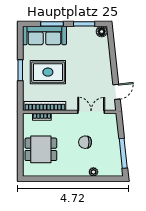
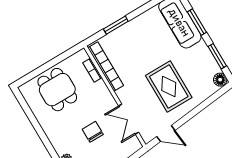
window: (20, 70) -> (116, 25), moved
rug: (48, 72) -> (169, 87), moved
double door: (91, 112) -> (129, 119), swing flipped

